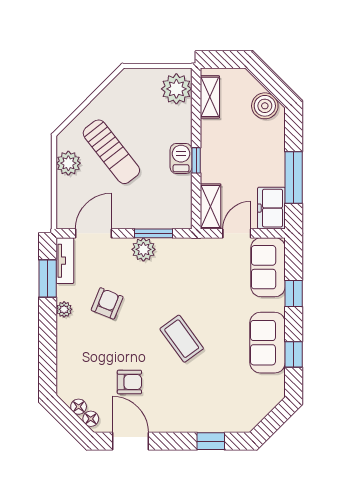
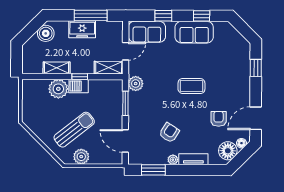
plant: (176, 89) -> (58, 89), moved
shelving: (210, 97) -> (57, 68), moved
freezer: (271, 208) -> (82, 29), moved
door: (237, 233) -> (126, 51), swing flipped
plant: (143, 249) -> (136, 84), moved
tv unit: (65, 261) -> (193, 159), moved
armchair: (107, 303) -> (169, 133), turned 101
coffee table: (182, 339) -> (191, 86), turned 36
floor lamp: (79, 407) -> (228, 151), width x1.89, depth x1.89

